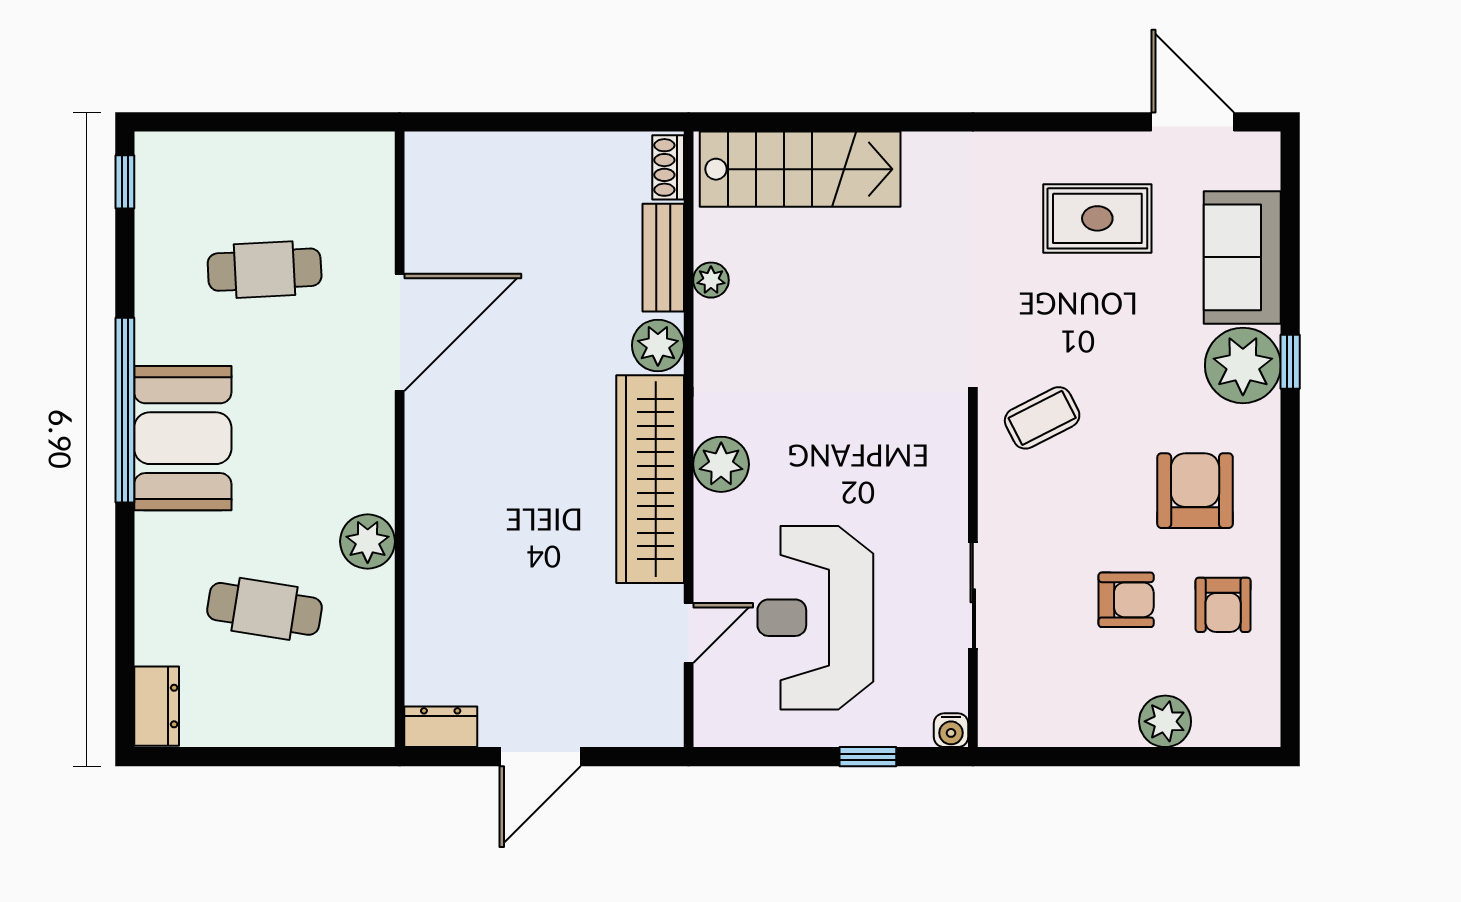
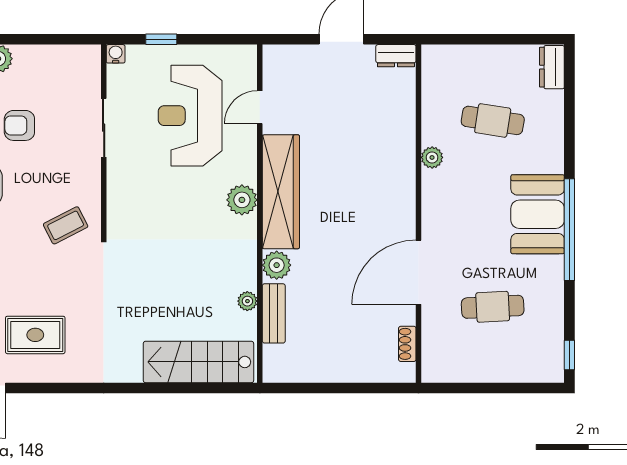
shoe rack: (668, 167) -> (407, 344), moved, turned 180
plant: (368, 541) -> (432, 157), width x0.73, depth x0.73
reception desk: (815, 618) -> (190, 116), turned 180

